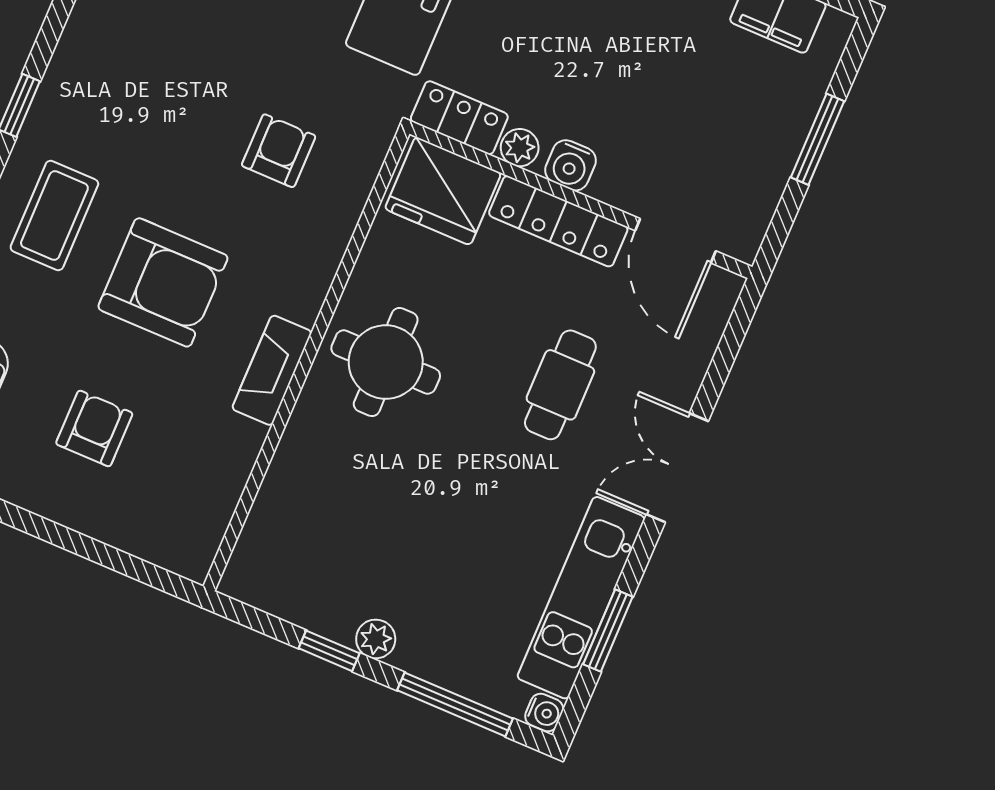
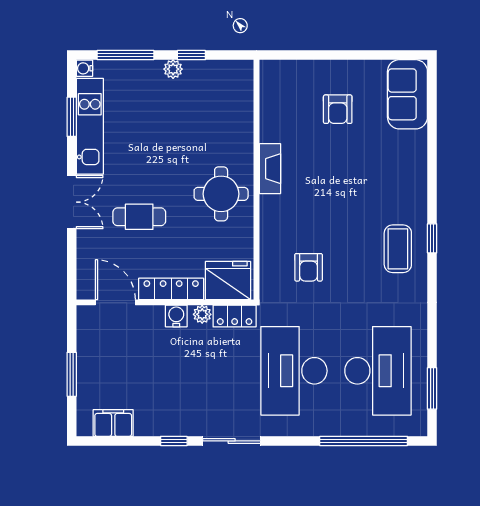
coffee table: (54, 216) -> (398, 249), moved
armchair: (163, 282) -> (335, 187), removed
cafe table: (560, 385) -> (139, 217), turned 90

